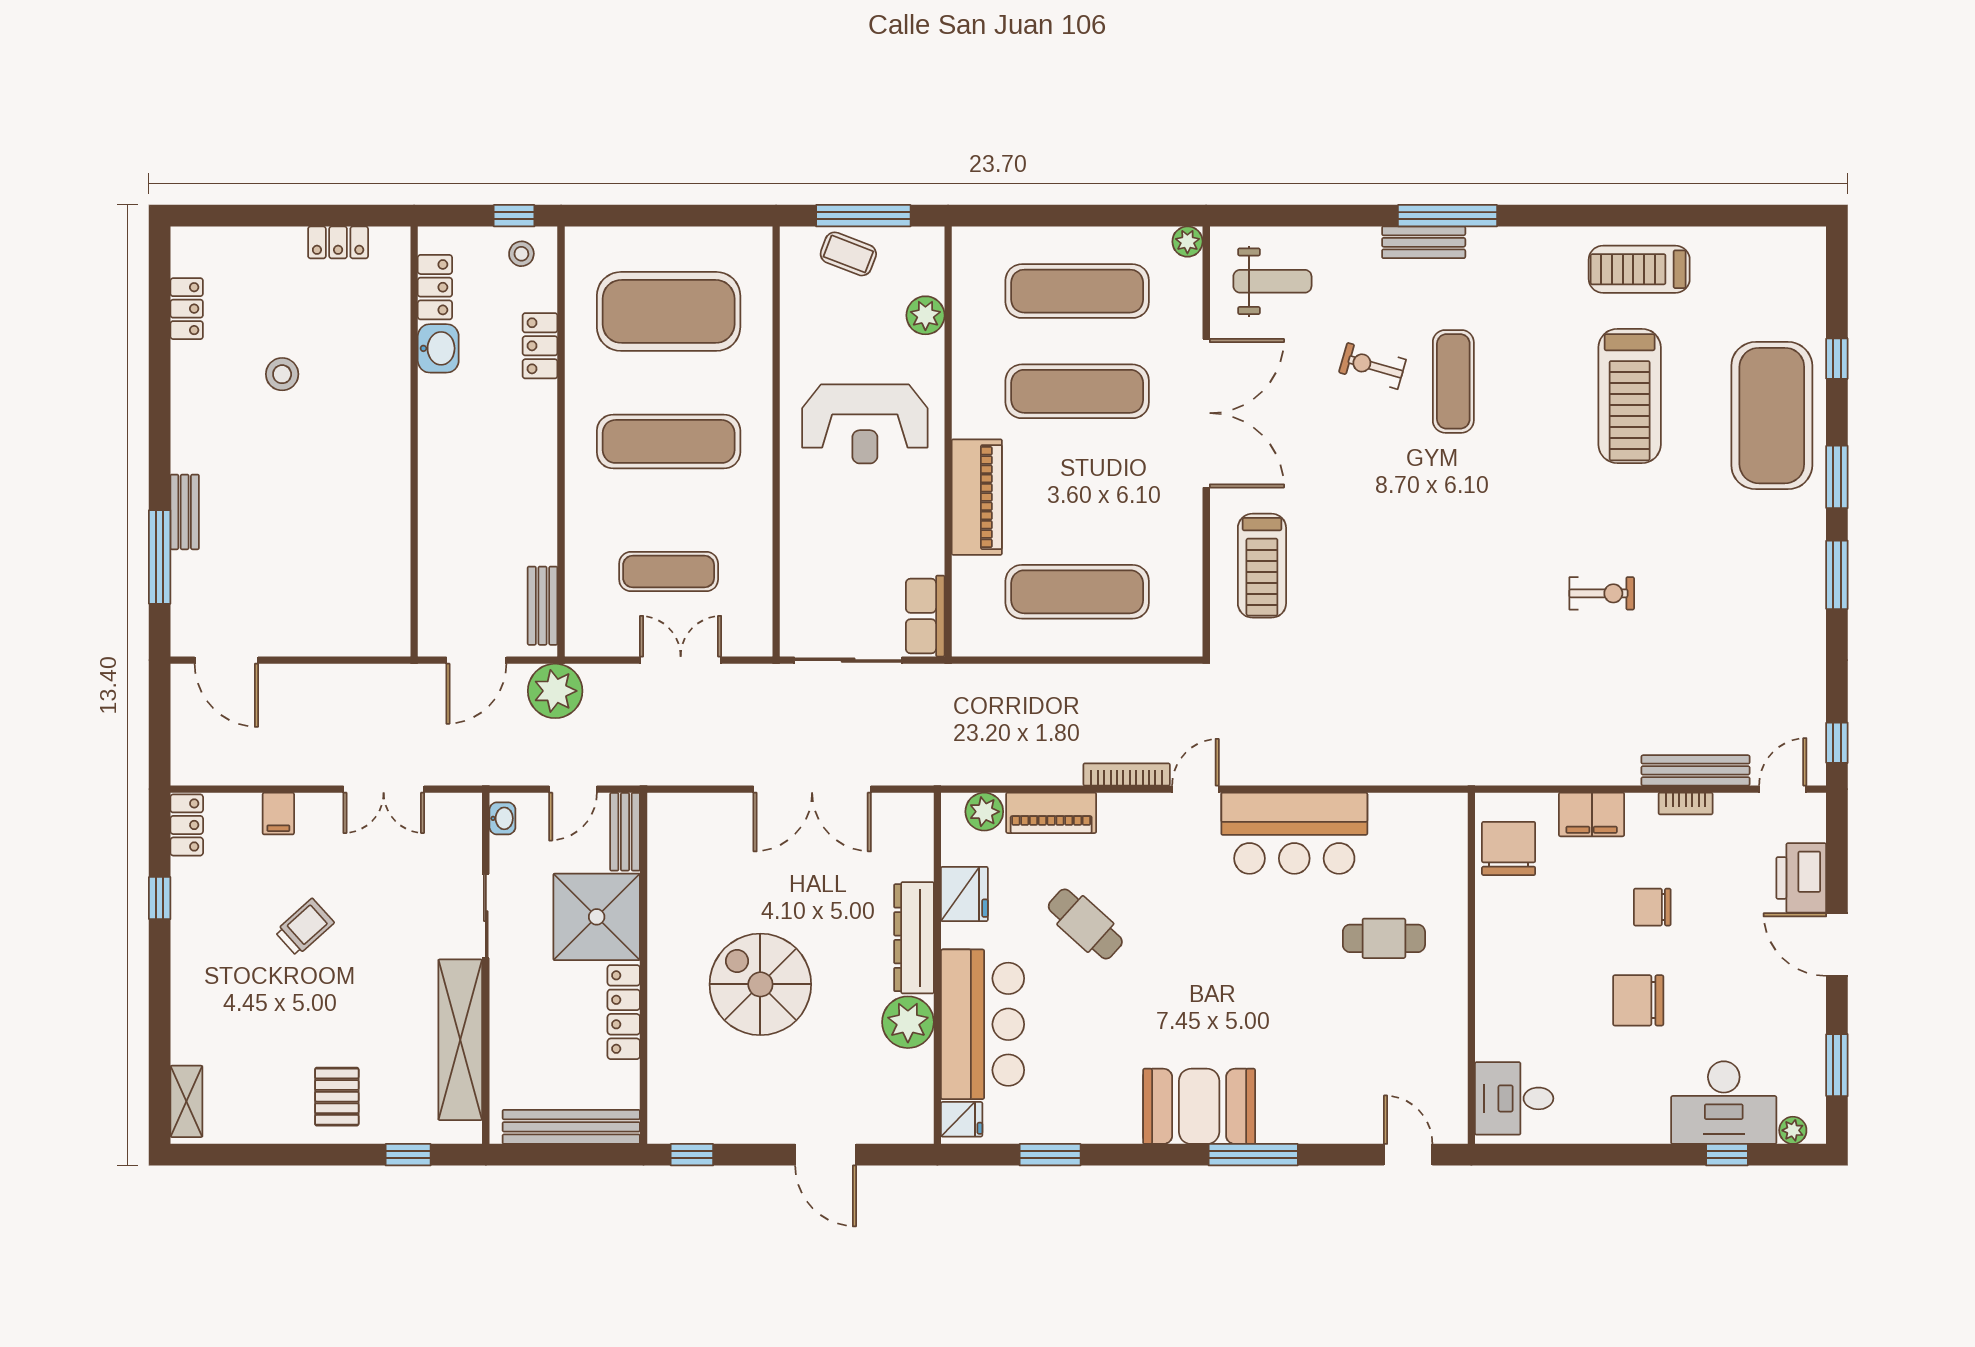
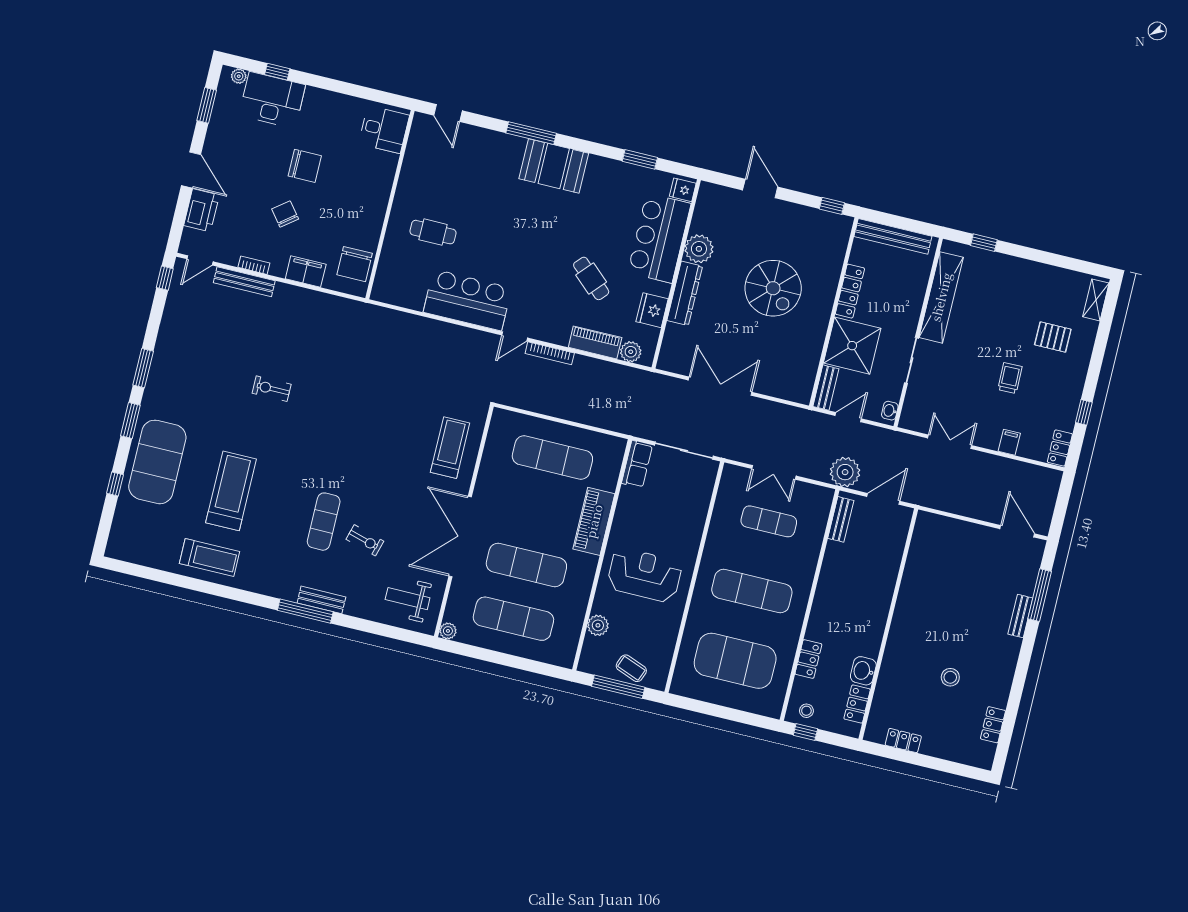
chair: (1652, 907) -> (285, 214), turned -128
trolley: (305, 927) -> (1010, 378), turned 131
pallet: (337, 1097) -> (1053, 337), moved, turned 90

